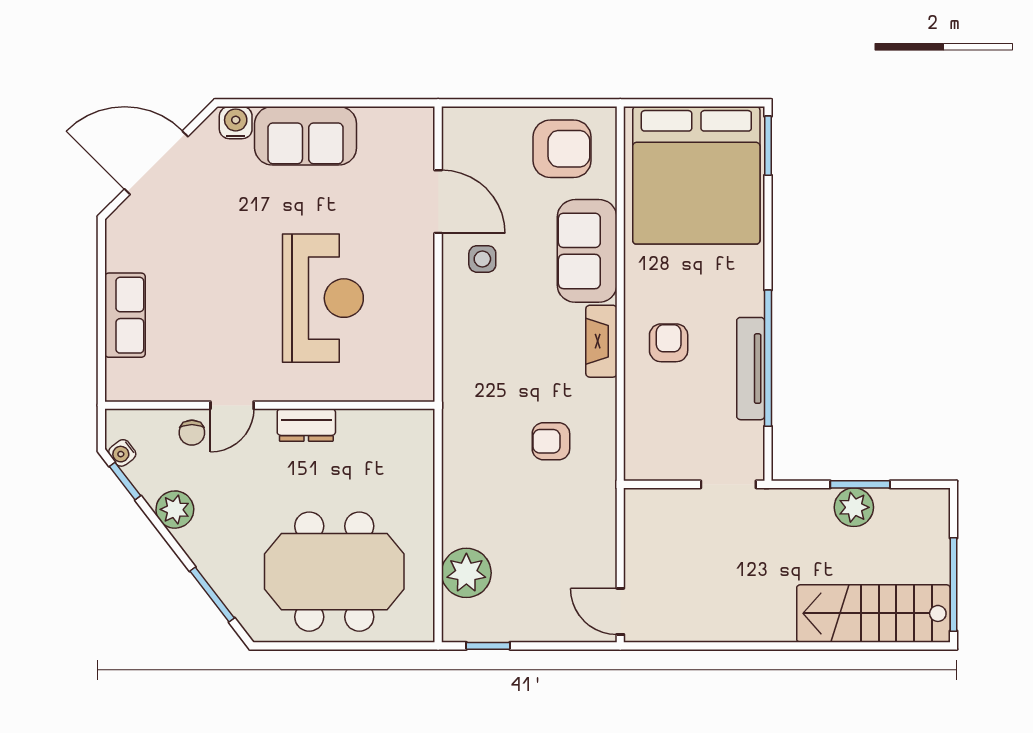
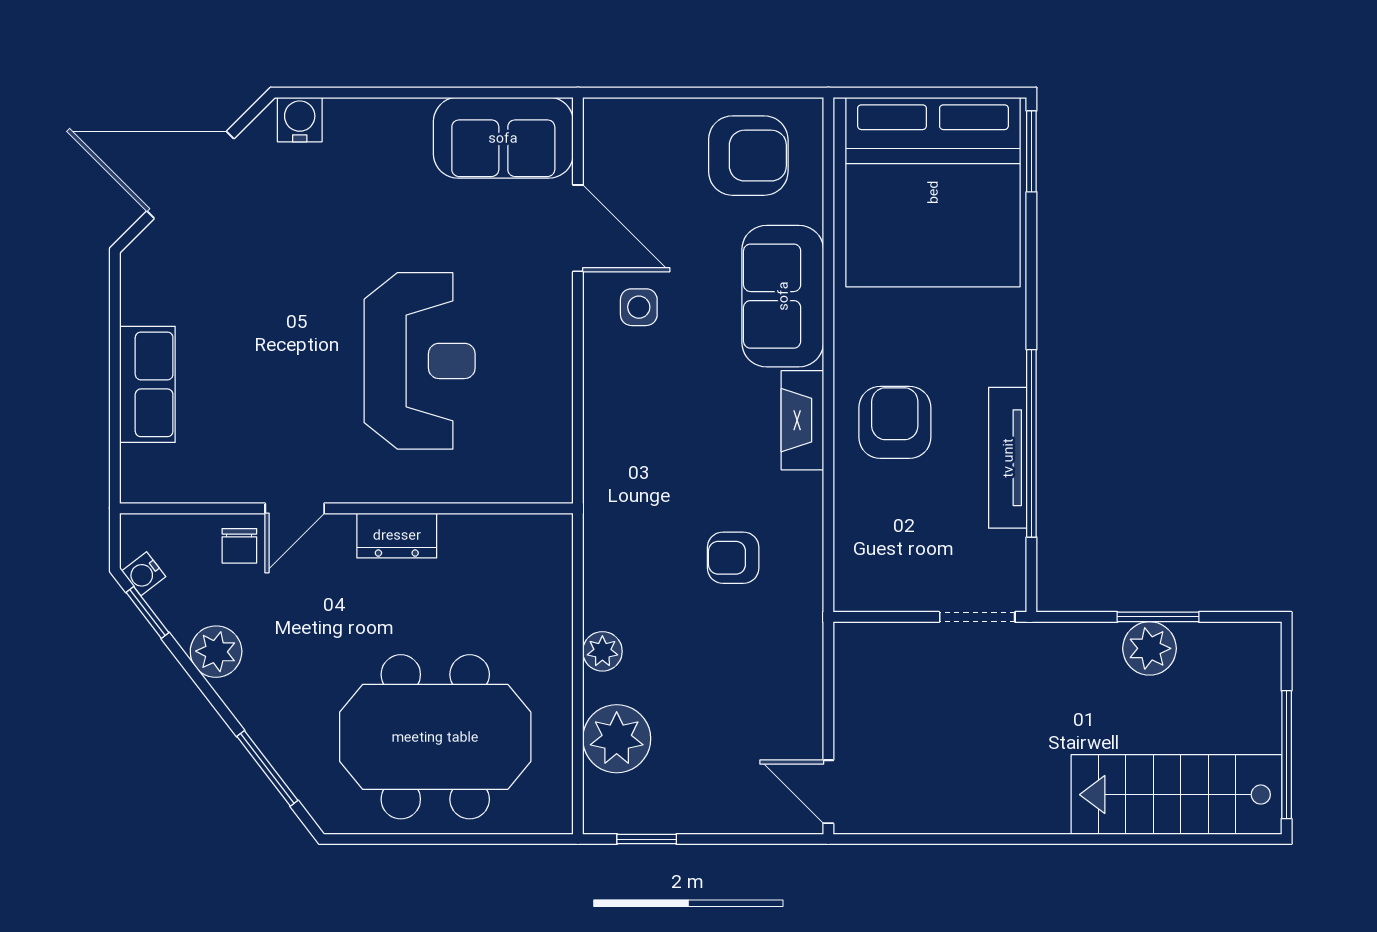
sofa: (306, 136) -> (503, 138), moved
armchair: (669, 343) -> (895, 422), width x1.38, depth x1.38
plant: (456, 509) -> (602, 651), added

